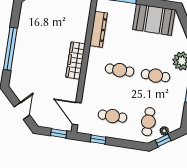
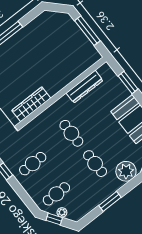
wardrobe: (75, 60) -> (31, 104), moved
cafe table: (112, 116) -> (33, 164), turned 90

